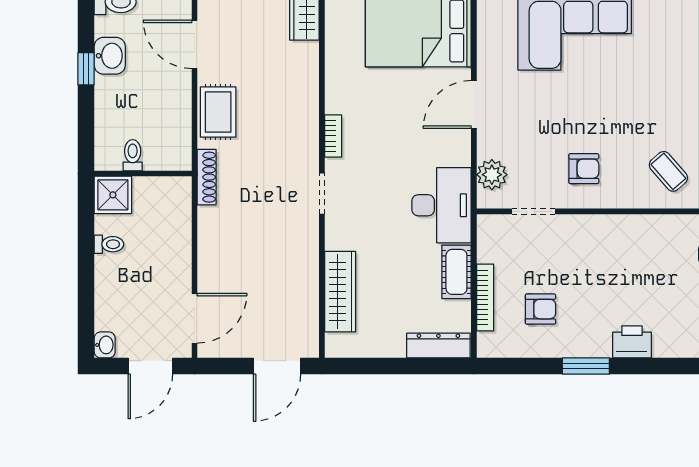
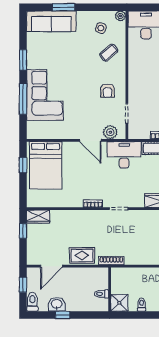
door: (474, 104) -> (90, 140), moved
armchair: (584, 169) -> (108, 91), turned 180

